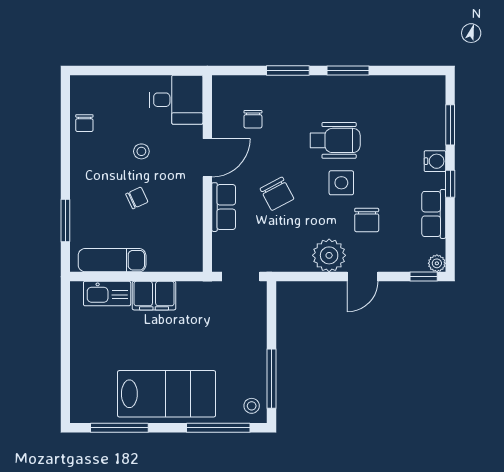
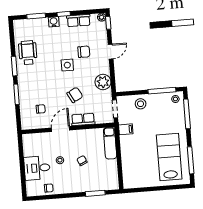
desk: (176, 100) -> (37, 168), moved, turned -90
wheelchair: (335, 140) -> (28, 53), moved
door: (207, 158) -> (60, 129), hinge flipped
plant: (329, 255) -> (103, 82), moved
exam couch: (112, 260) -> (110, 143), moved
door: (362, 277) -> (111, 52), hinge flipped
kitchen sink: (107, 294) -> (128, 171), removed
filing cabinet: (154, 296) -> (126, 129), moved, width x0.50
stool: (247, 331) -> (141, 104), added
lab bench: (167, 394) -> (169, 157), moved

